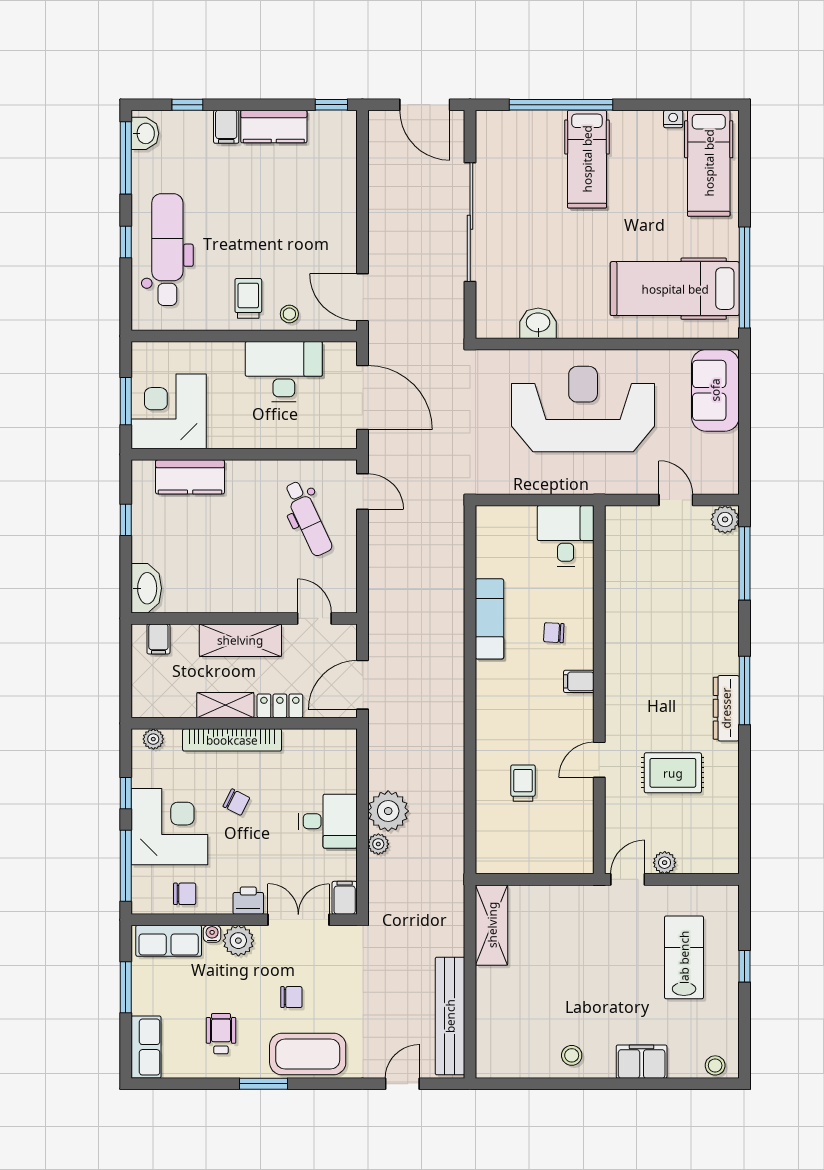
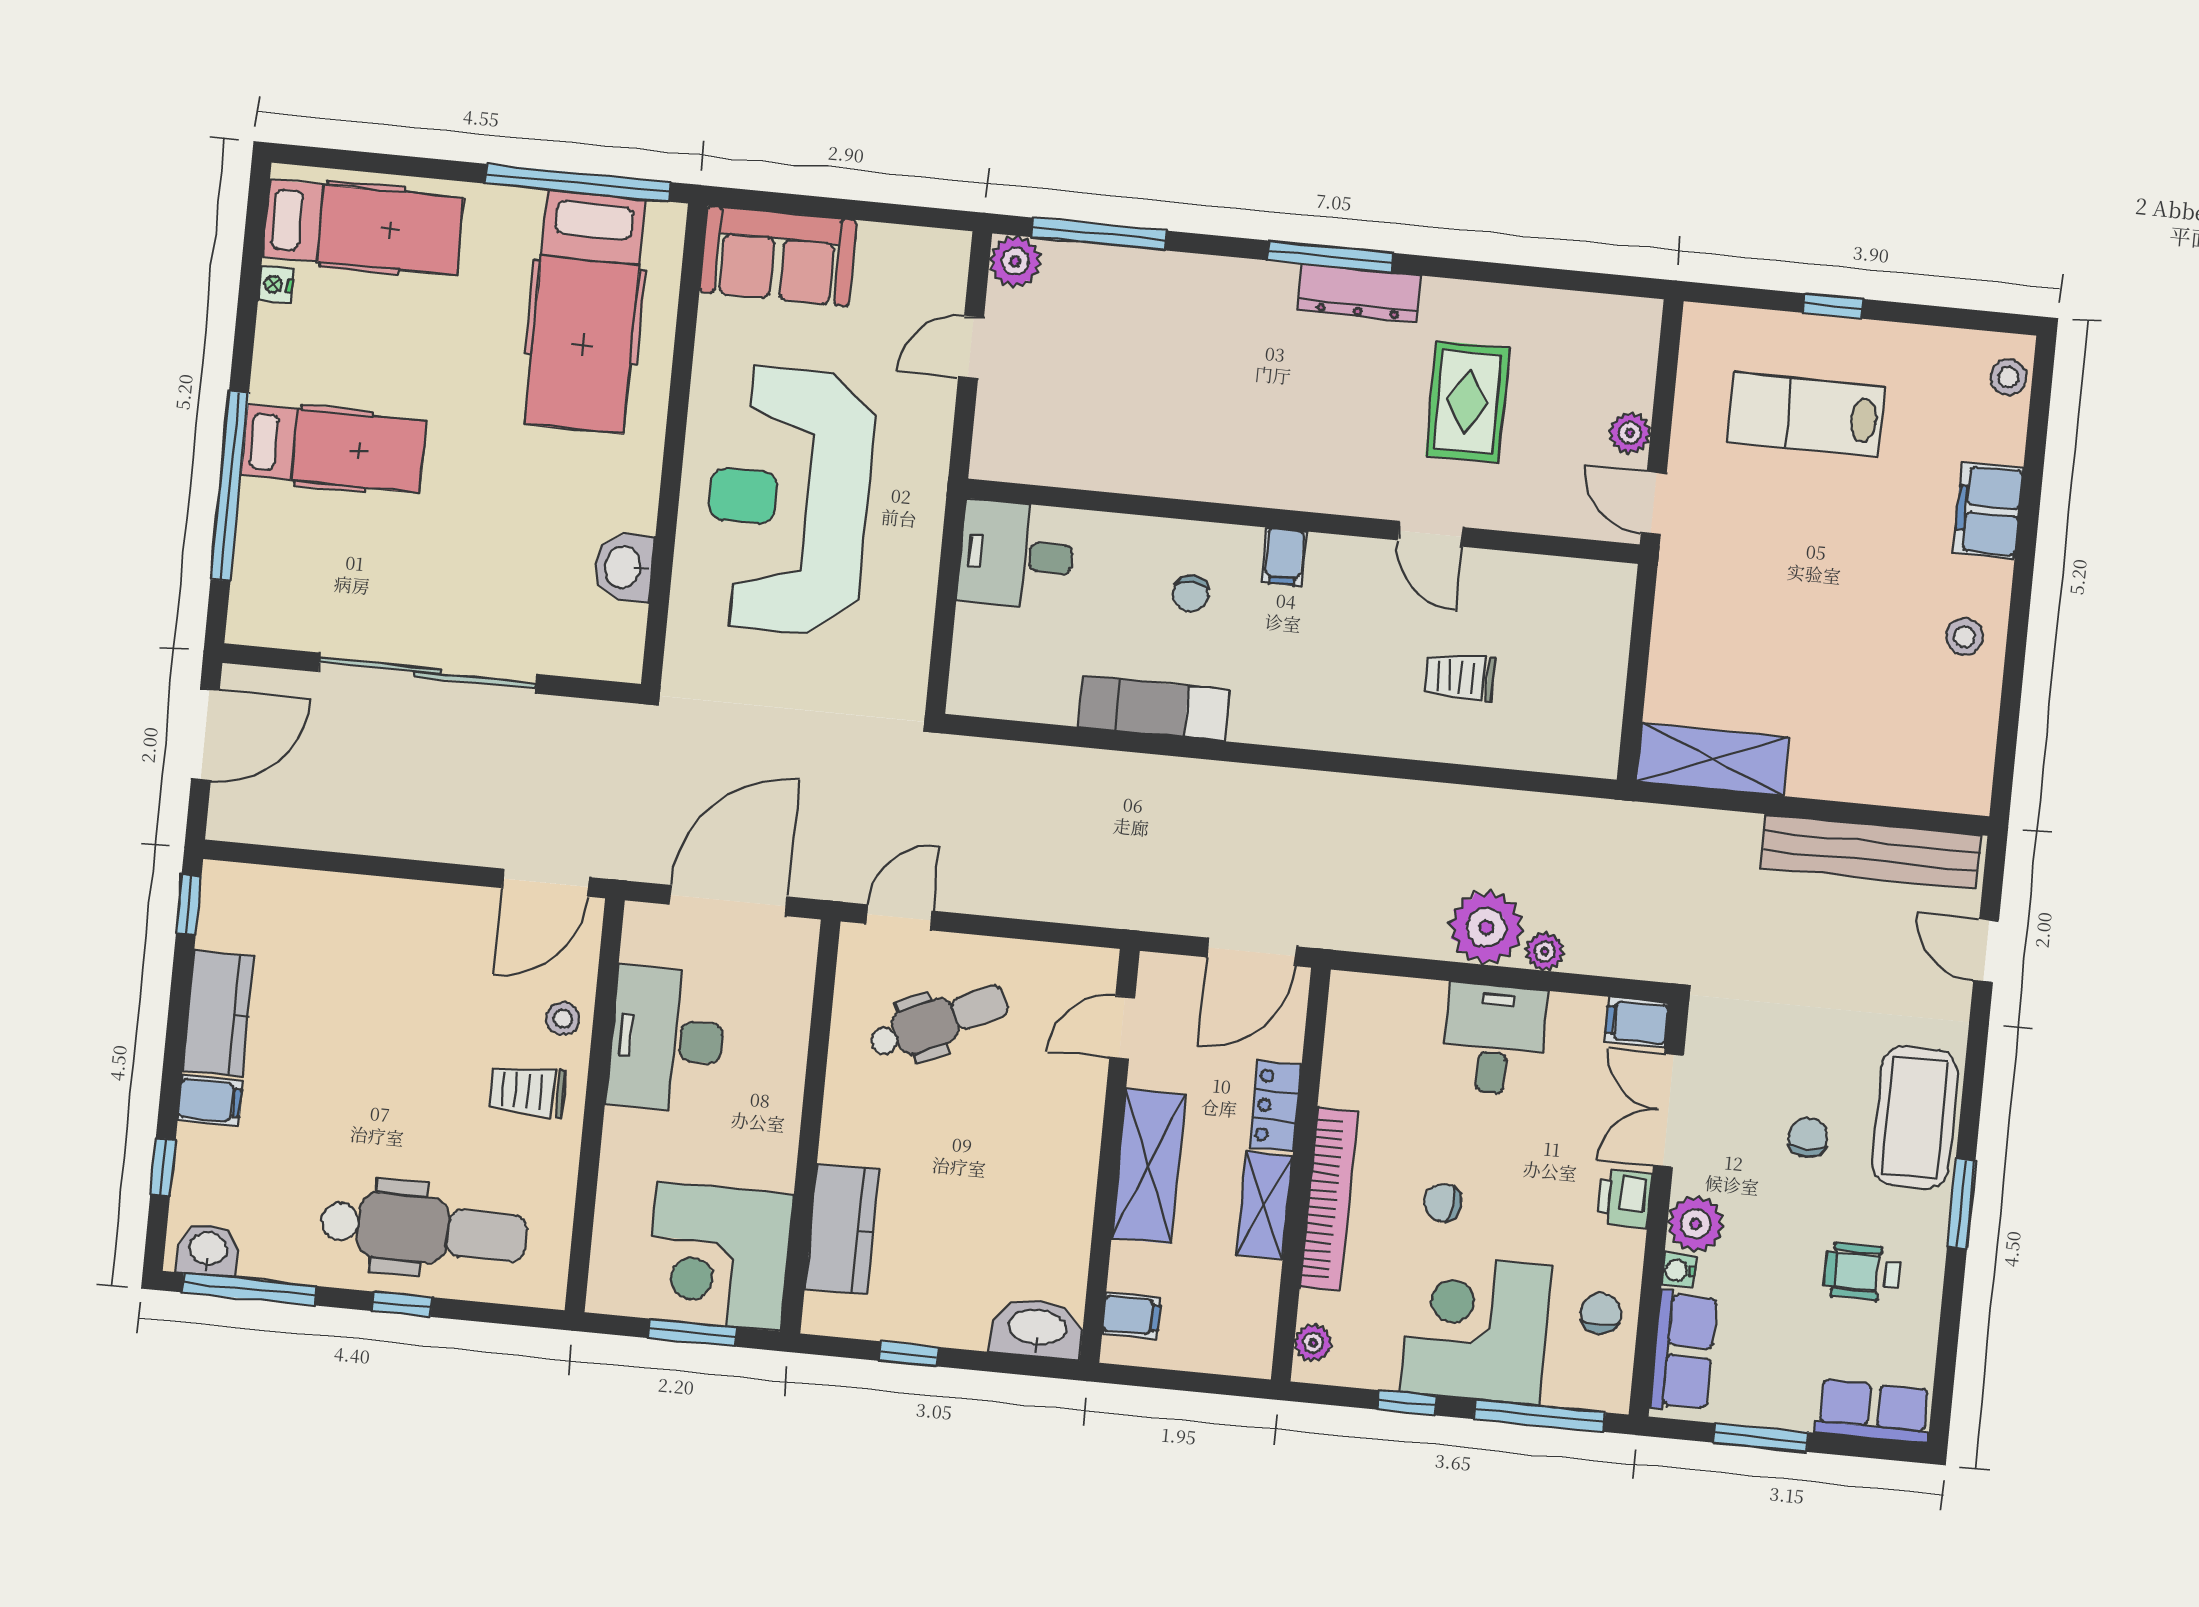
dental chair: (167, 250) -> (424, 1230), turned 180
door: (362, 685) -> (1252, 952), hinge flipped
chair: (236, 802) -> (1443, 1203), turned -110

